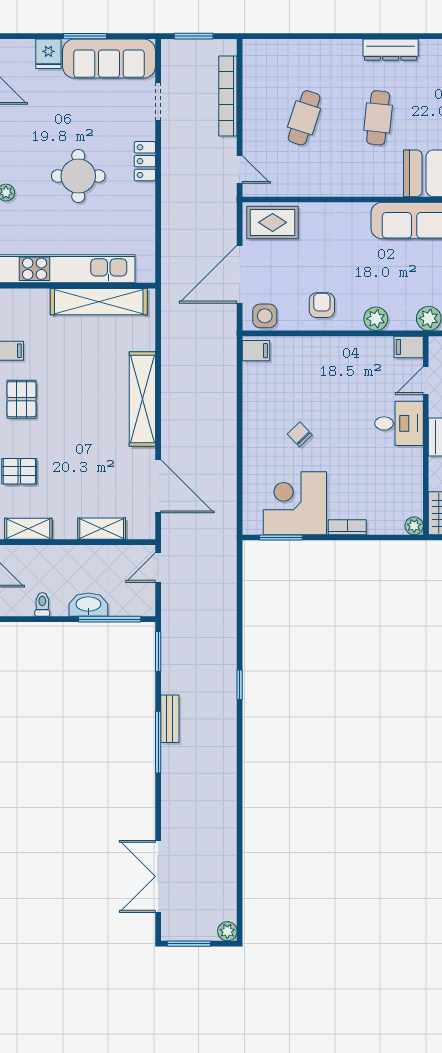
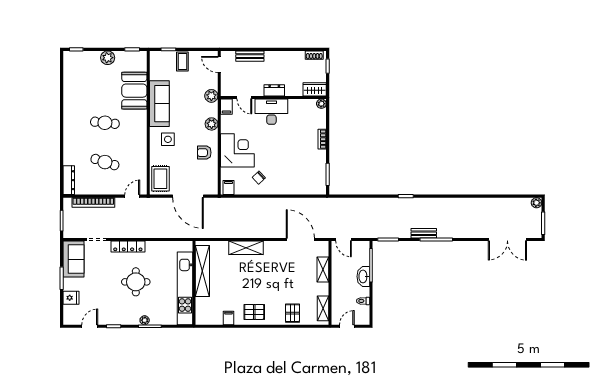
dresser: (391, 50) -> (69, 180), moved
sofa: (109, 59) -> (73, 259), width x0.73
locker: (145, 161) -> (128, 247), width x1.53
side table: (265, 316) -> (168, 139), moved
shelving: (142, 399) -> (246, 248), width x0.68
desk: (399, 423) -> (271, 112), width x1.37
chair: (300, 434) -> (259, 178), moved
door: (158, 486) -> (300, 240), hinge flipped
corner desk: (295, 503) -> (237, 150), moved, turned 180

